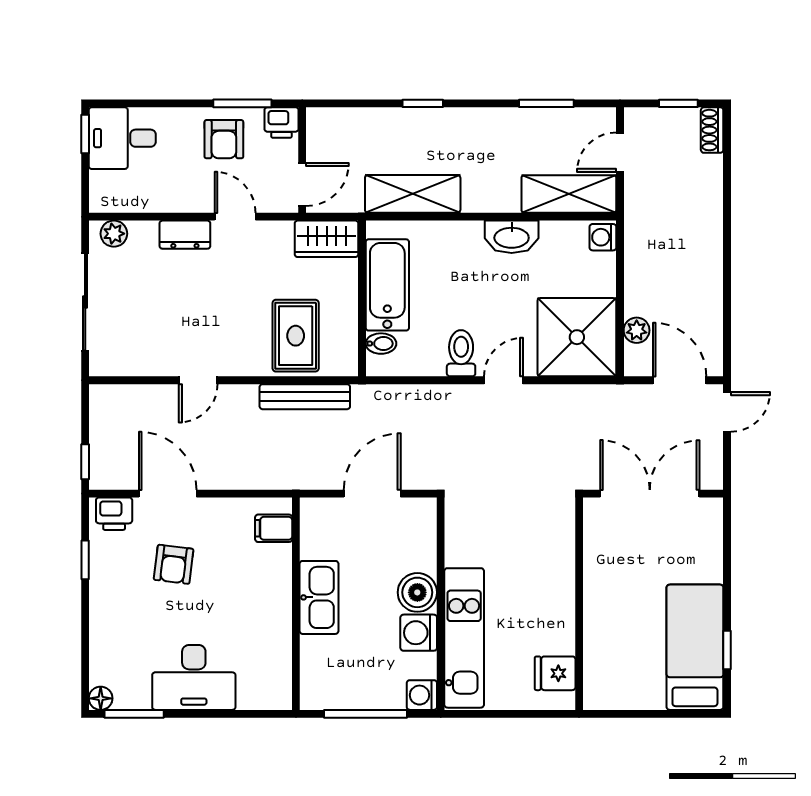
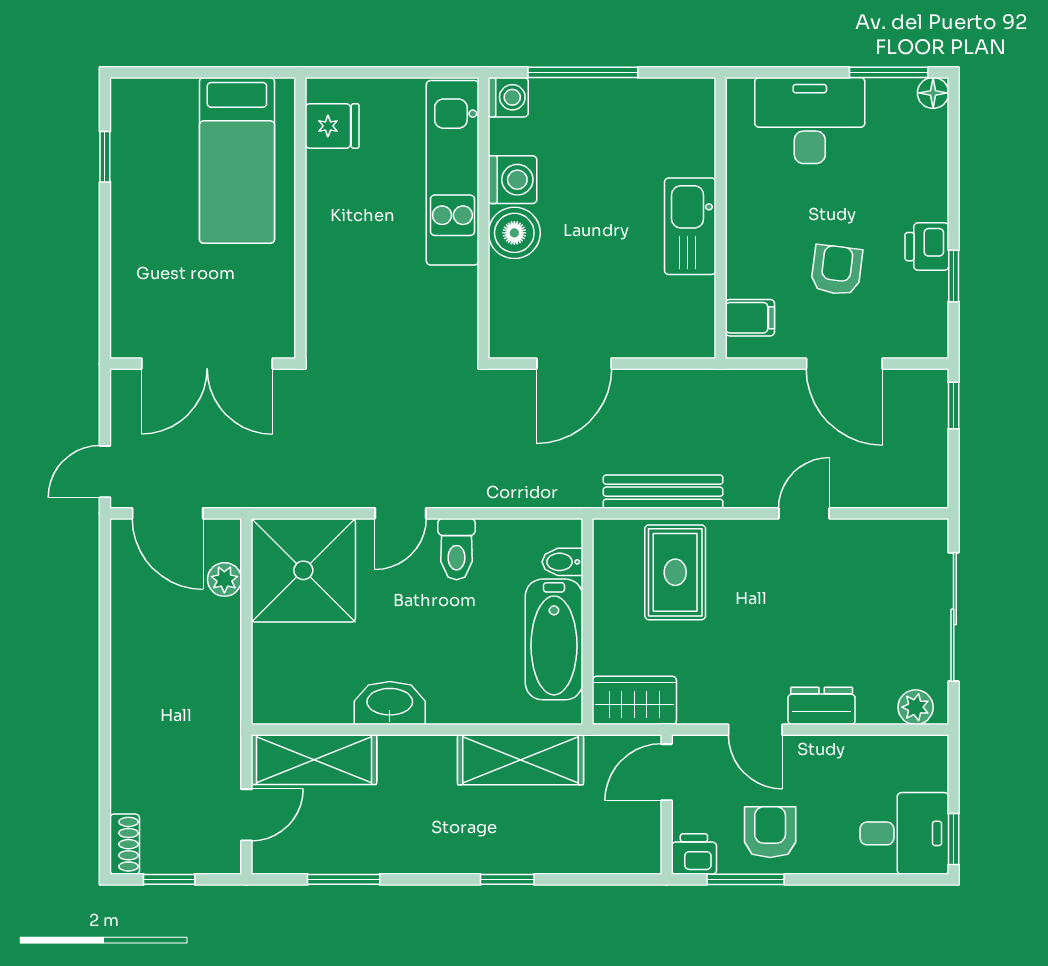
washing machine: (603, 237) -> (269, 702), removed
printer: (114, 514) -> (927, 247), moved, turned -90
filing cabinet: (274, 528) -> (750, 318), moved
kitchen sink: (319, 597) -> (690, 226), moved
wall: (296, 604) -> (721, 218), moved
bed: (695, 647) -> (237, 160), moved

